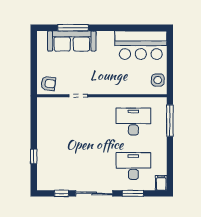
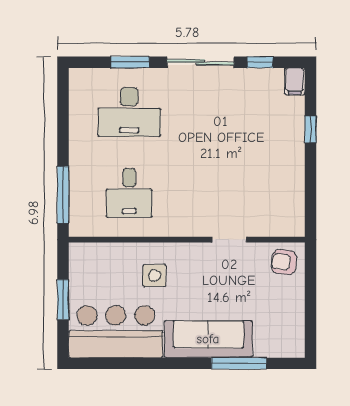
sofa: (72, 41) -> (208, 339), moved
window: (170, 63) -> (63, 299), added
side table: (158, 80) -> (154, 275), moved
desk: (133, 122) -> (129, 193), width x0.73
filing cabinet: (161, 183) -> (295, 81), moved

